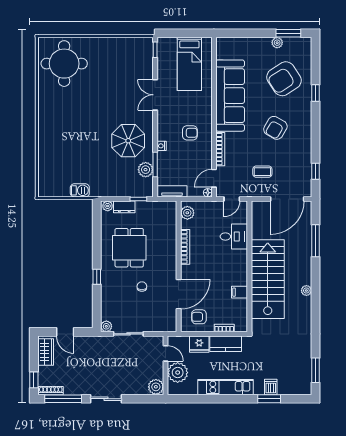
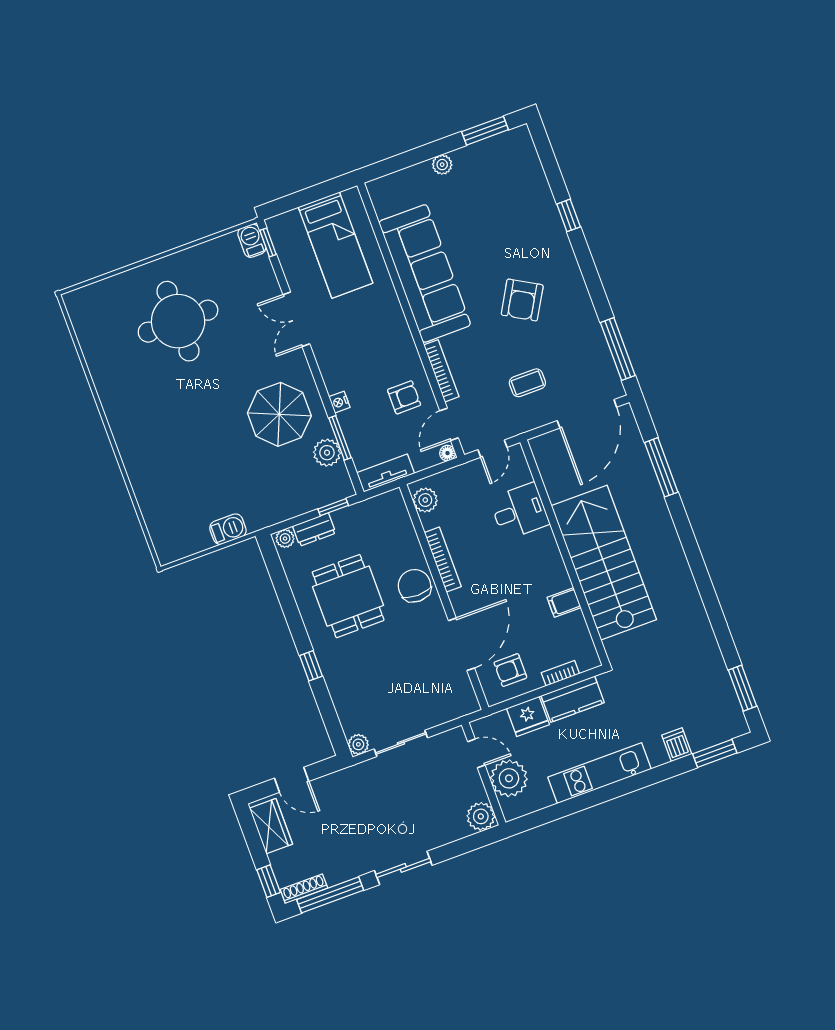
plant: (277, 43) -> (442, 165), moved
barbecue: (147, 46) -> (252, 241), added
round table: (64, 64) -> (178, 321), moved
armchair: (284, 79) -> (506, 211), removed
armchair: (190, 133) -> (404, 397), moved
window: (315, 171) -> (618, 349), width x2.17
chair: (142, 287) -> (415, 586), moved, width x1.87, depth x1.87
plant: (306, 291) -> (677, 558), removed
window: (269, 399) -> (715, 753), moved

